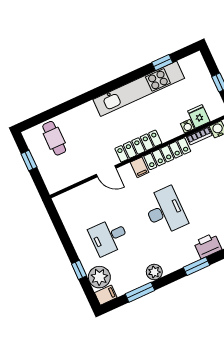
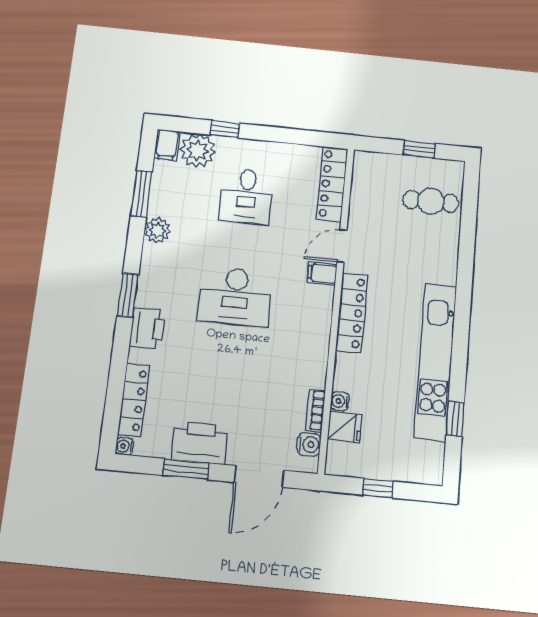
locker: (167, 154) -> (332, 184), moved
filing cabinet: (140, 167) -> (322, 273), moved
desk: (109, 237) -> (246, 196), turned 180

